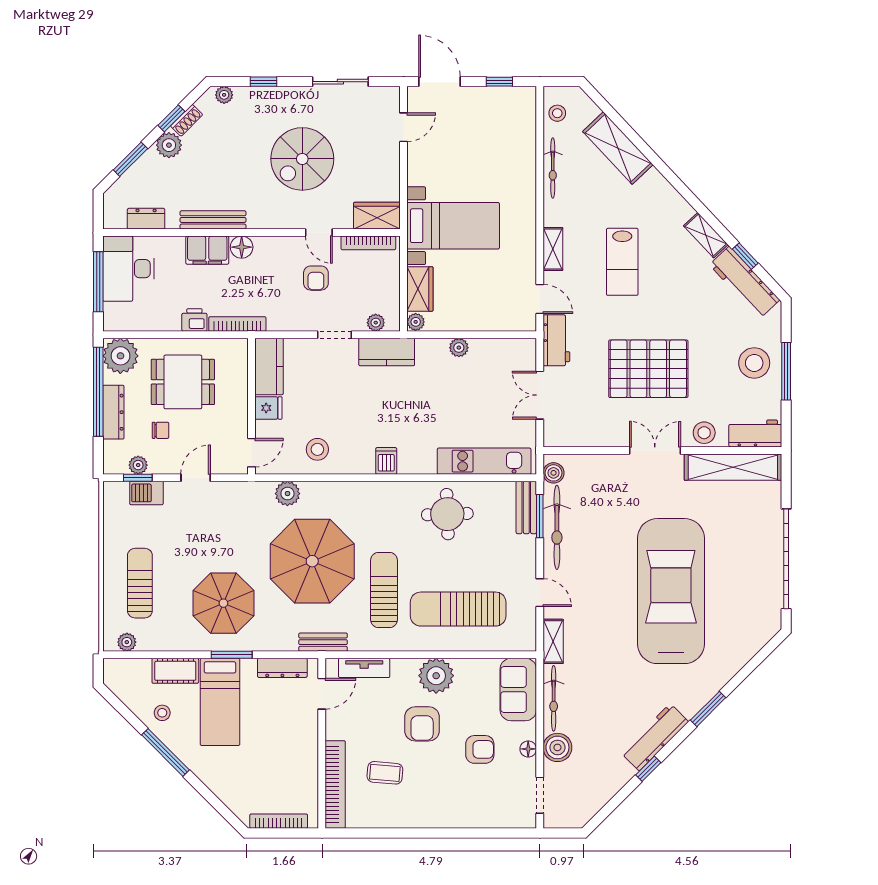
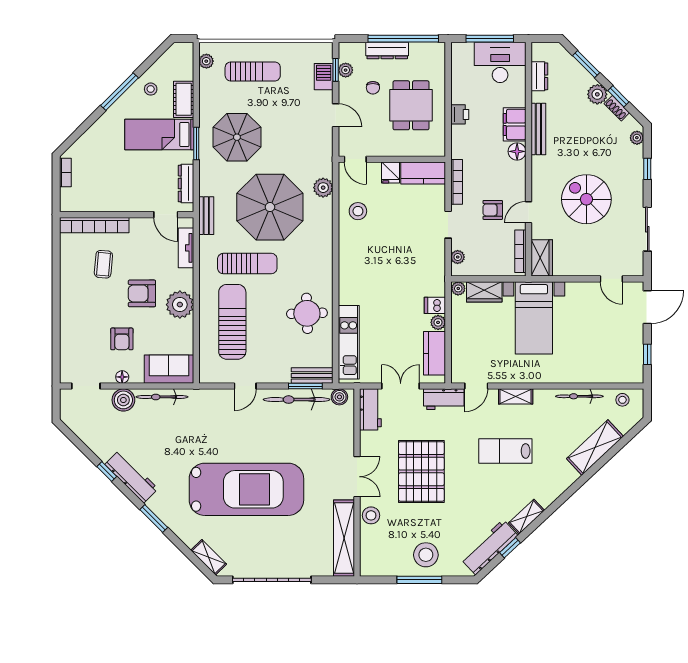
bookcase: (237, 324) -> (457, 182), moved
kitchen counter: (387, 352) -> (435, 353), moved
plant: (120, 356) -> (432, 56), removed
workbench: (755, 434) -> (370, 409), moved
dishwasher: (386, 461) -> (435, 305), moved, turned 180
shelving: (553, 641) -> (209, 557), moved, turned 45
bookcase: (279, 821) -> (65, 172), width x0.64

